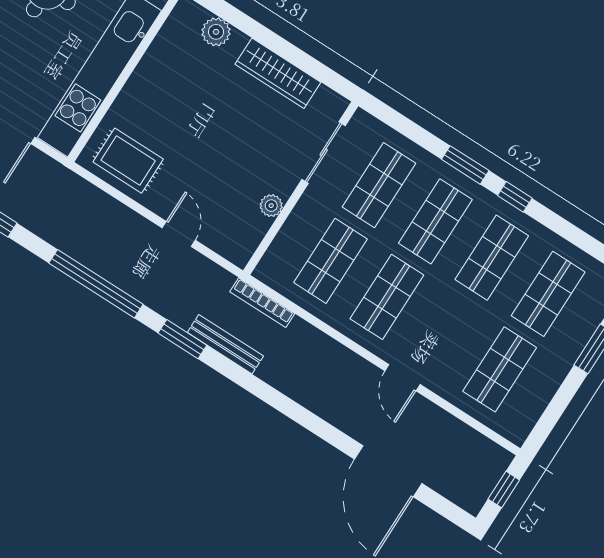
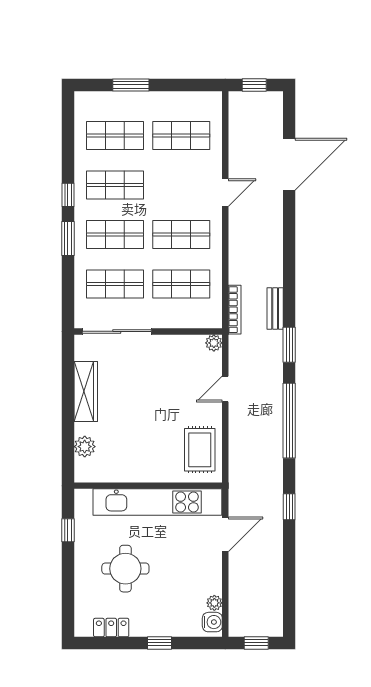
sliding door: (324, 152) -> (117, 331), width x1.37
plant: (271, 206) -> (214, 343), moved
bench: (225, 344) -> (275, 308), width x0.73

